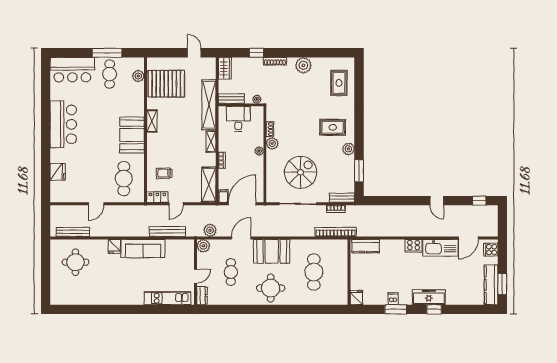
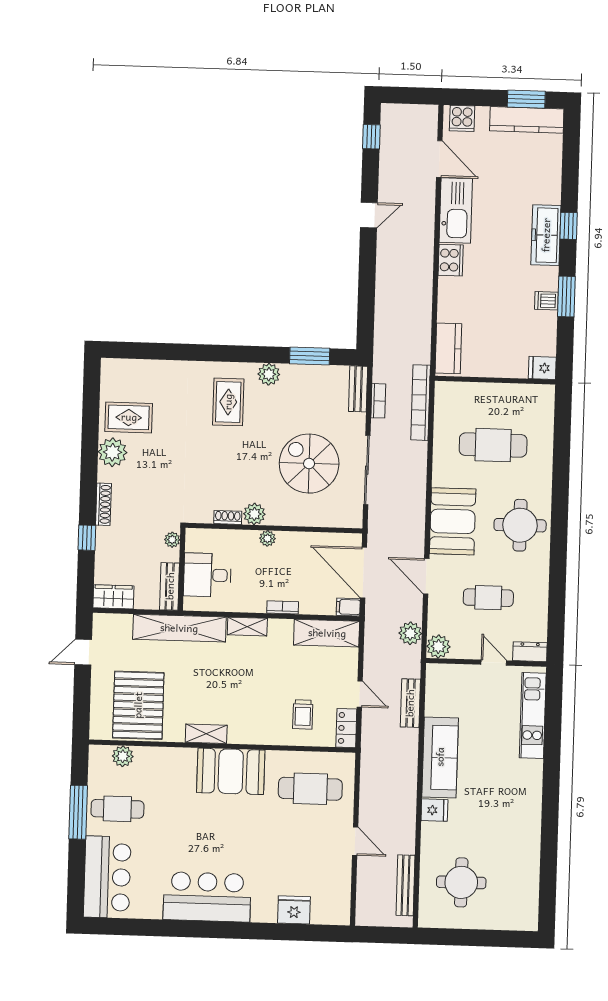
rug: (339, 83) -> (129, 417), moved
bench: (167, 232) -> (410, 703), width x0.73

